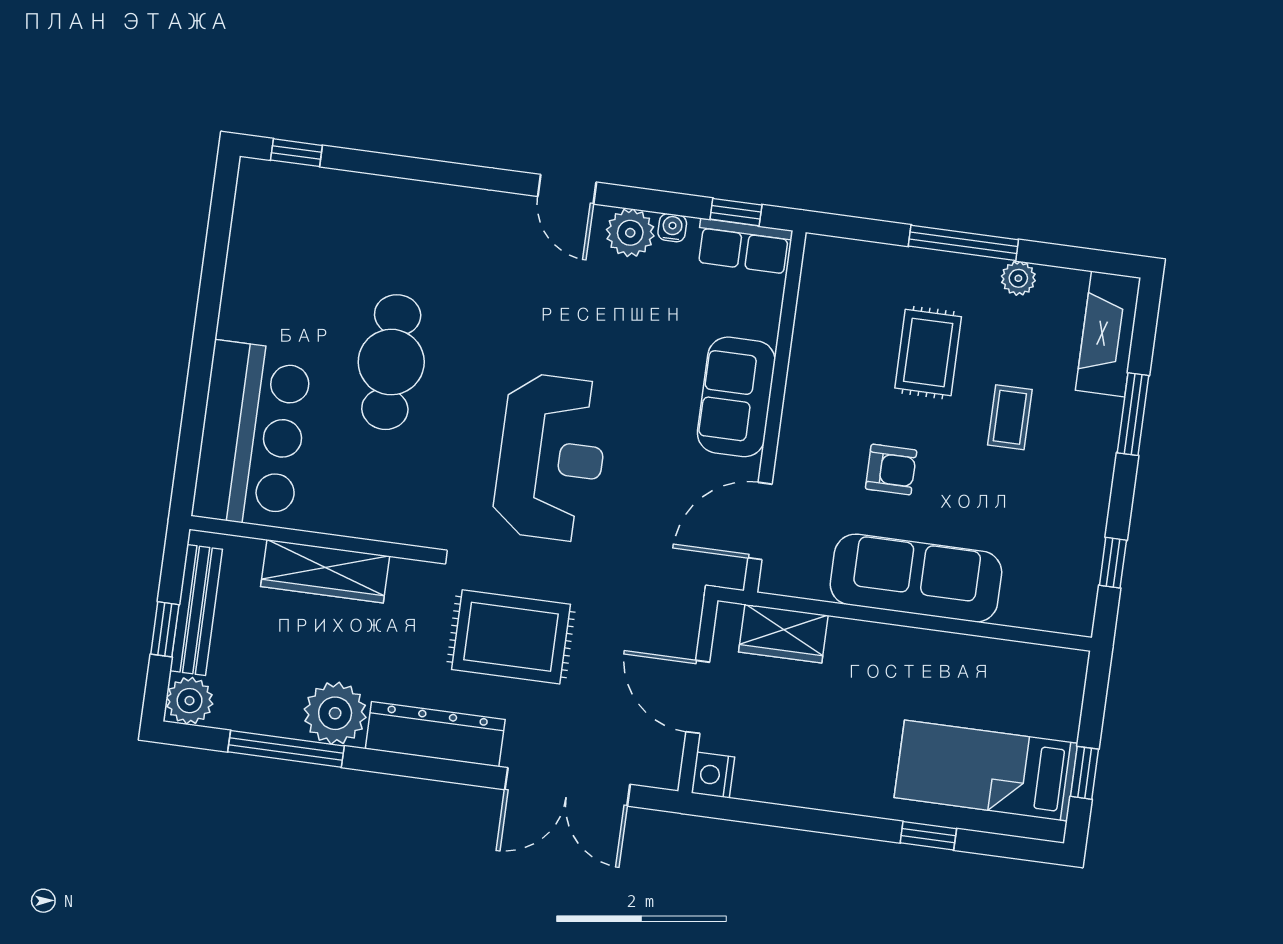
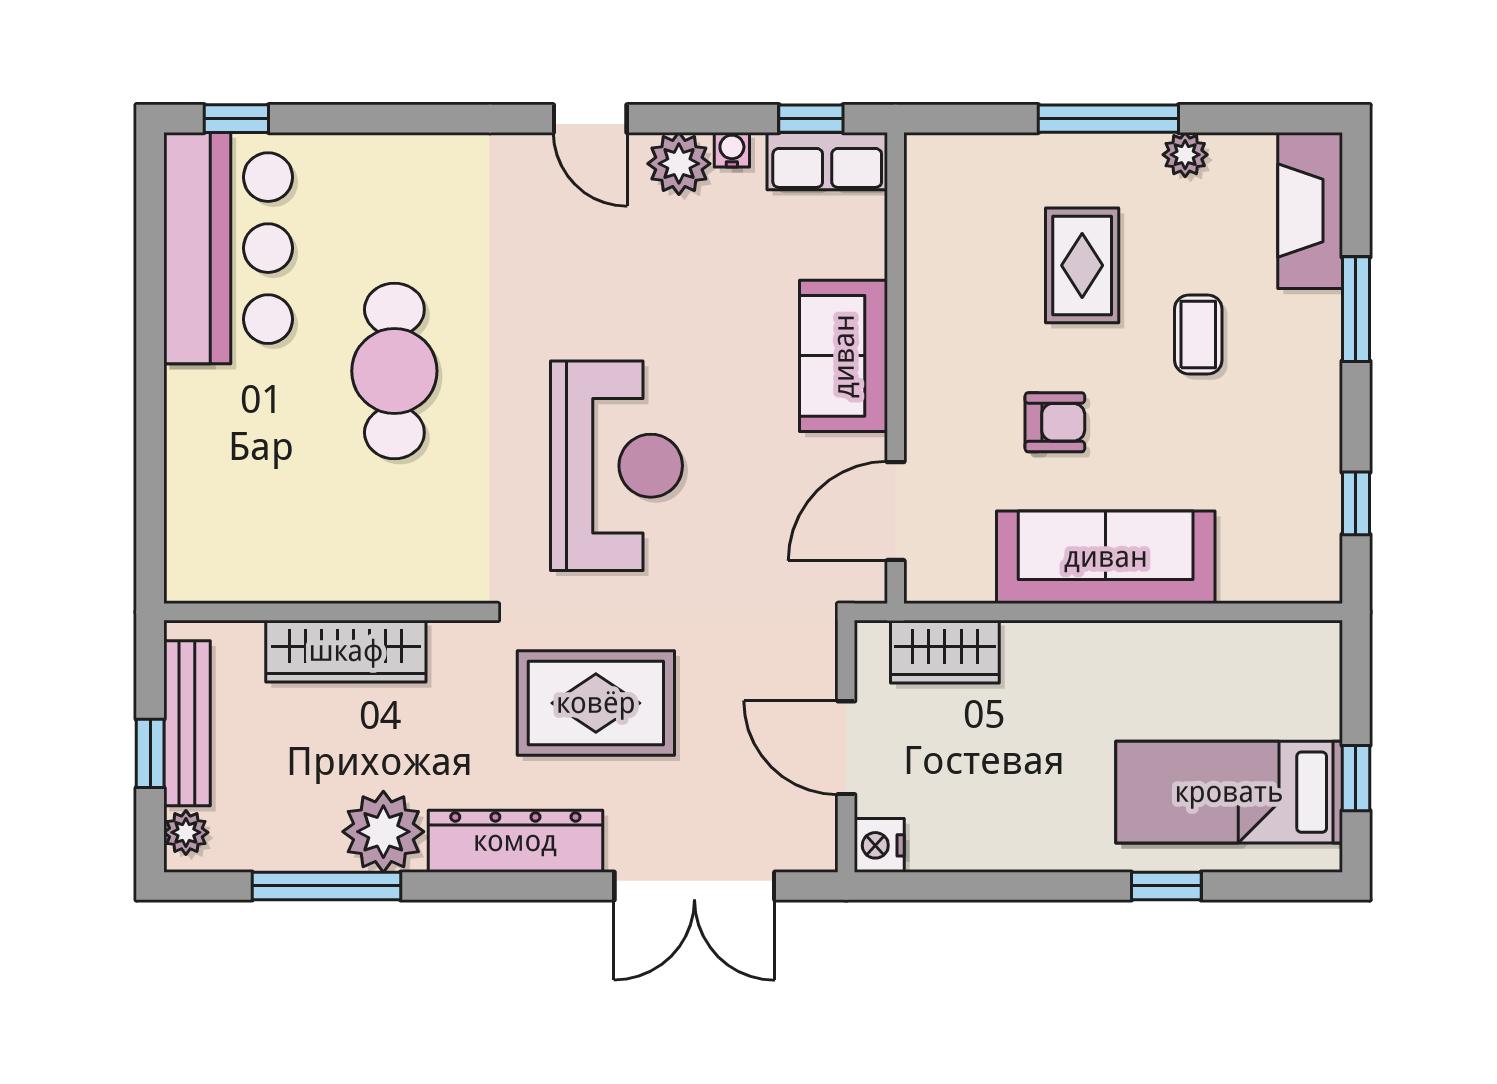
bar counter: (252, 434) -> (228, 248), moved
plant: (190, 701) -> (186, 832), width x0.73, depth x0.73

